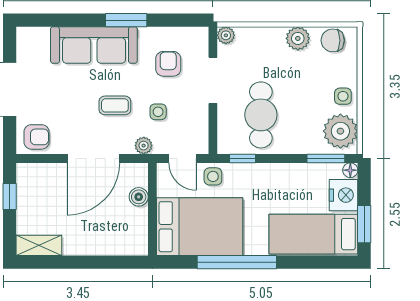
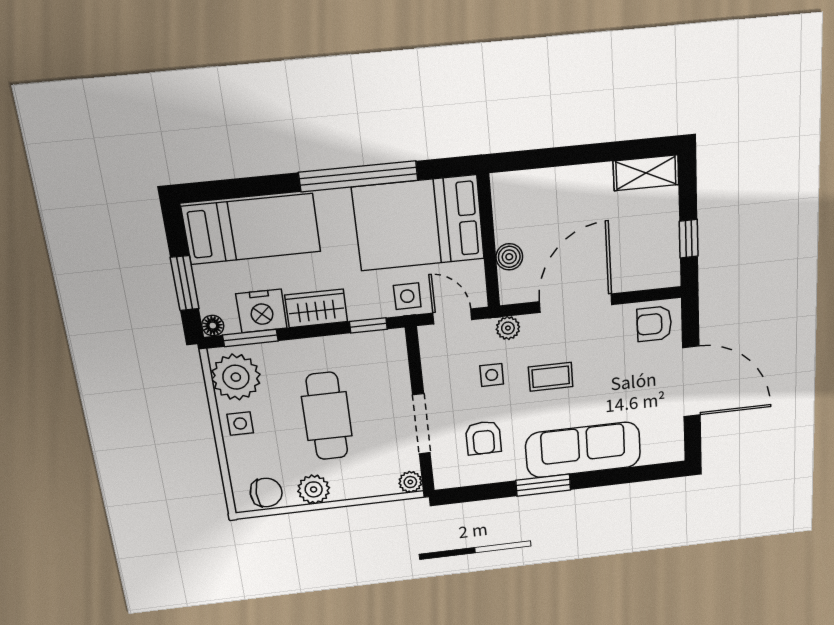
cafe table: (261, 115) -> (327, 416), moved
wardrobe: (277, 175) -> (316, 308), added
nightstand: (344, 195) -> (262, 311), moved, turned -90
window: (364, 224) -> (185, 283), moved

